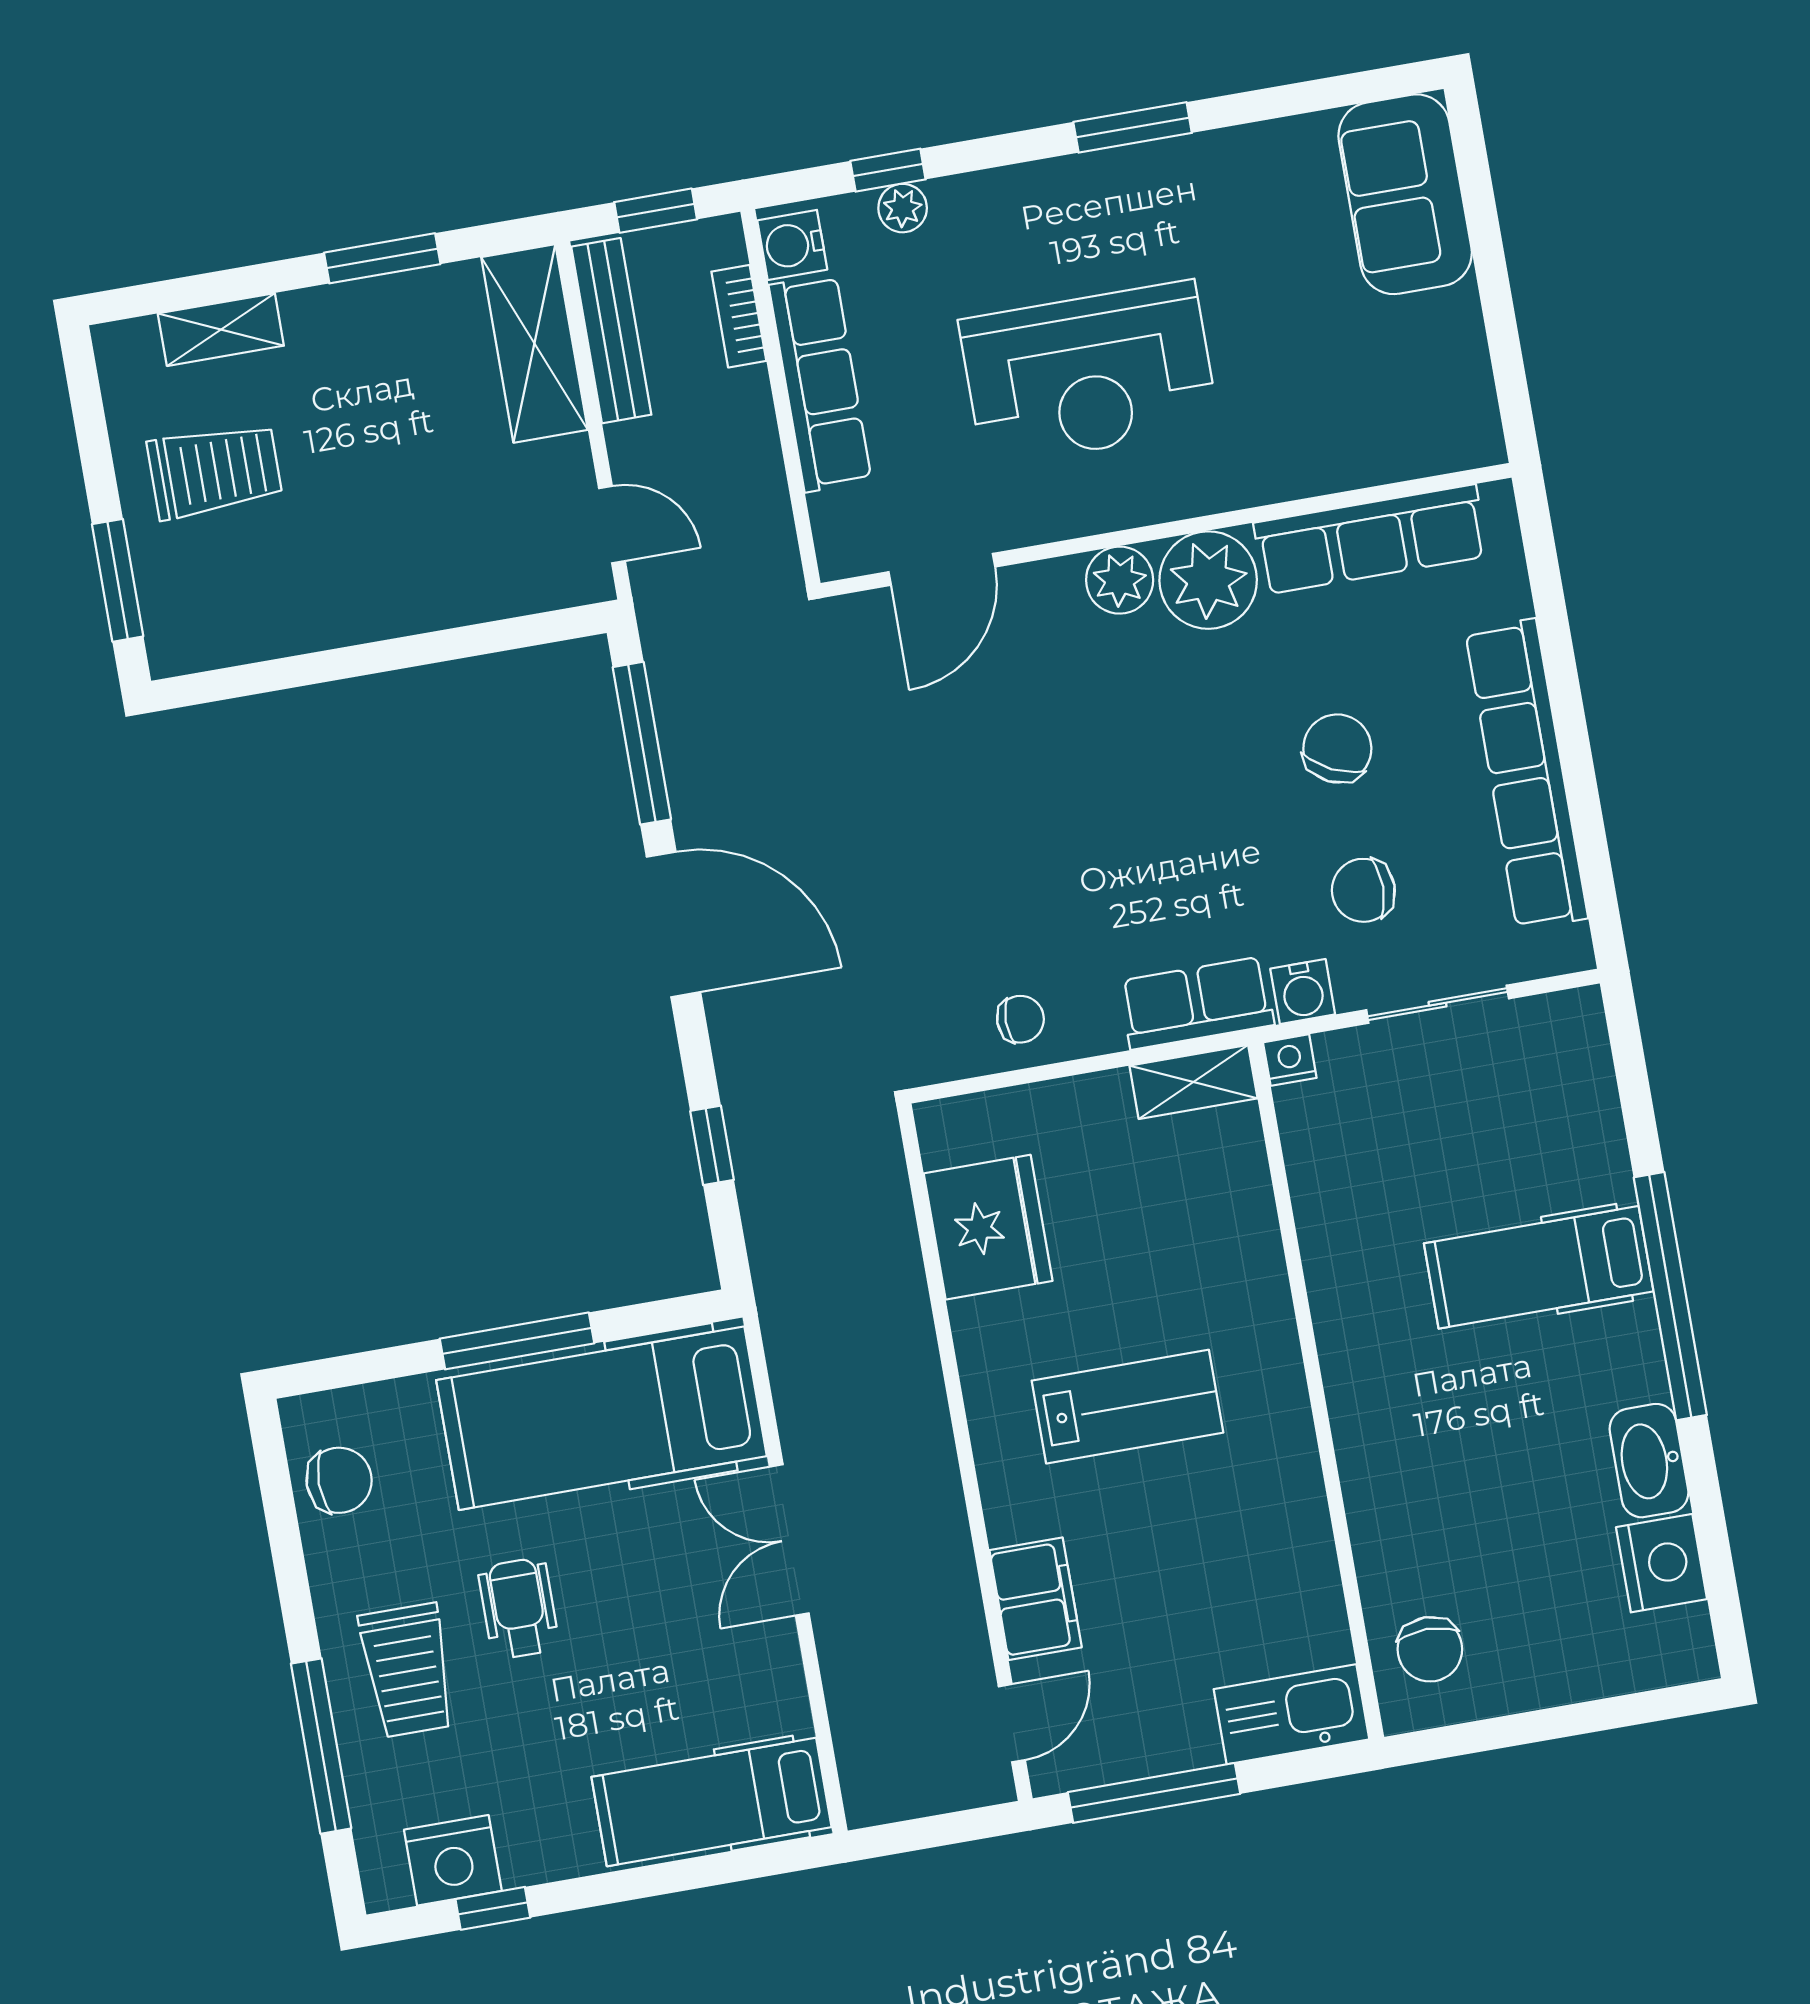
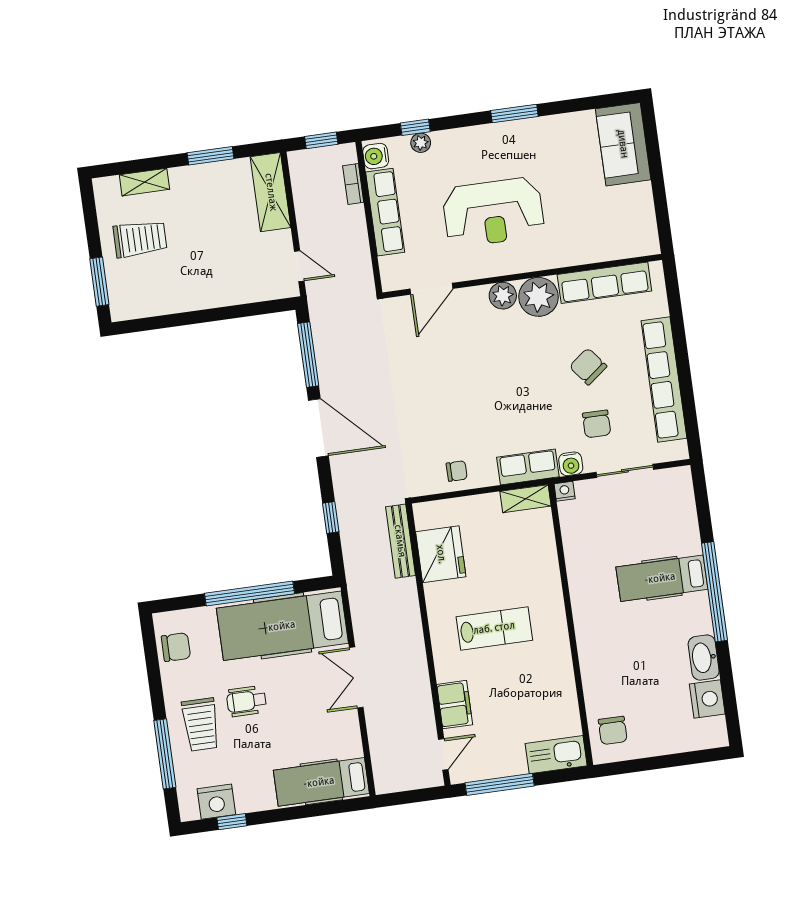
bench: (611, 331) -> (400, 541), moved
chair: (1337, 748) -> (588, 366), turned -64
chair: (1363, 890) -> (597, 424), turned -90
window: (517, 1341) -> (249, 593), width x1.46
wheelchair: (519, 1608) -> (246, 701), turned -90

